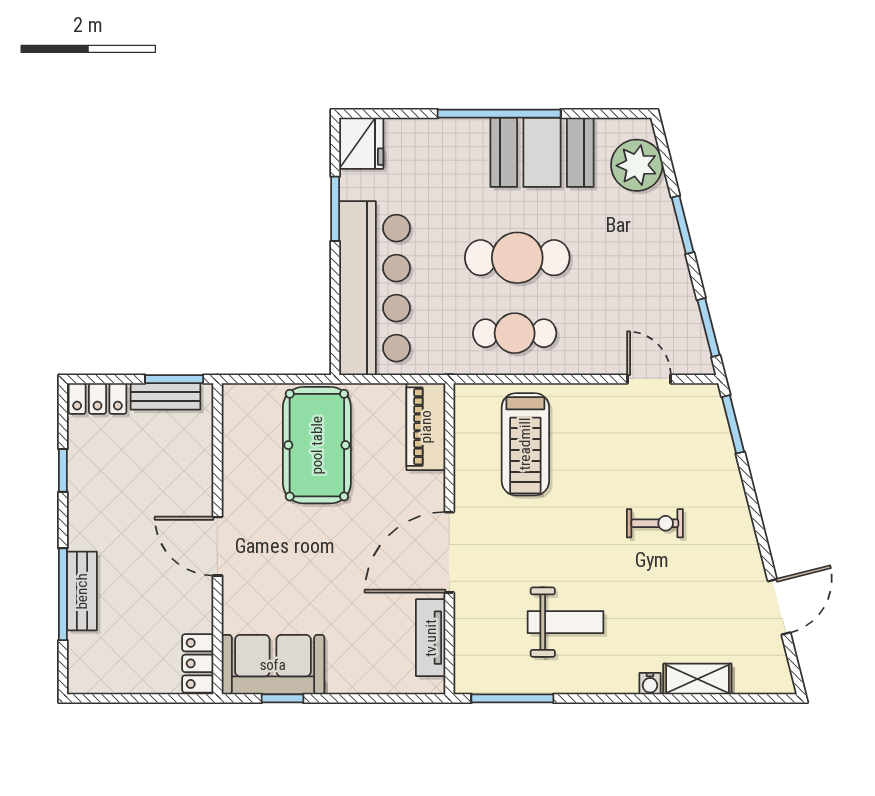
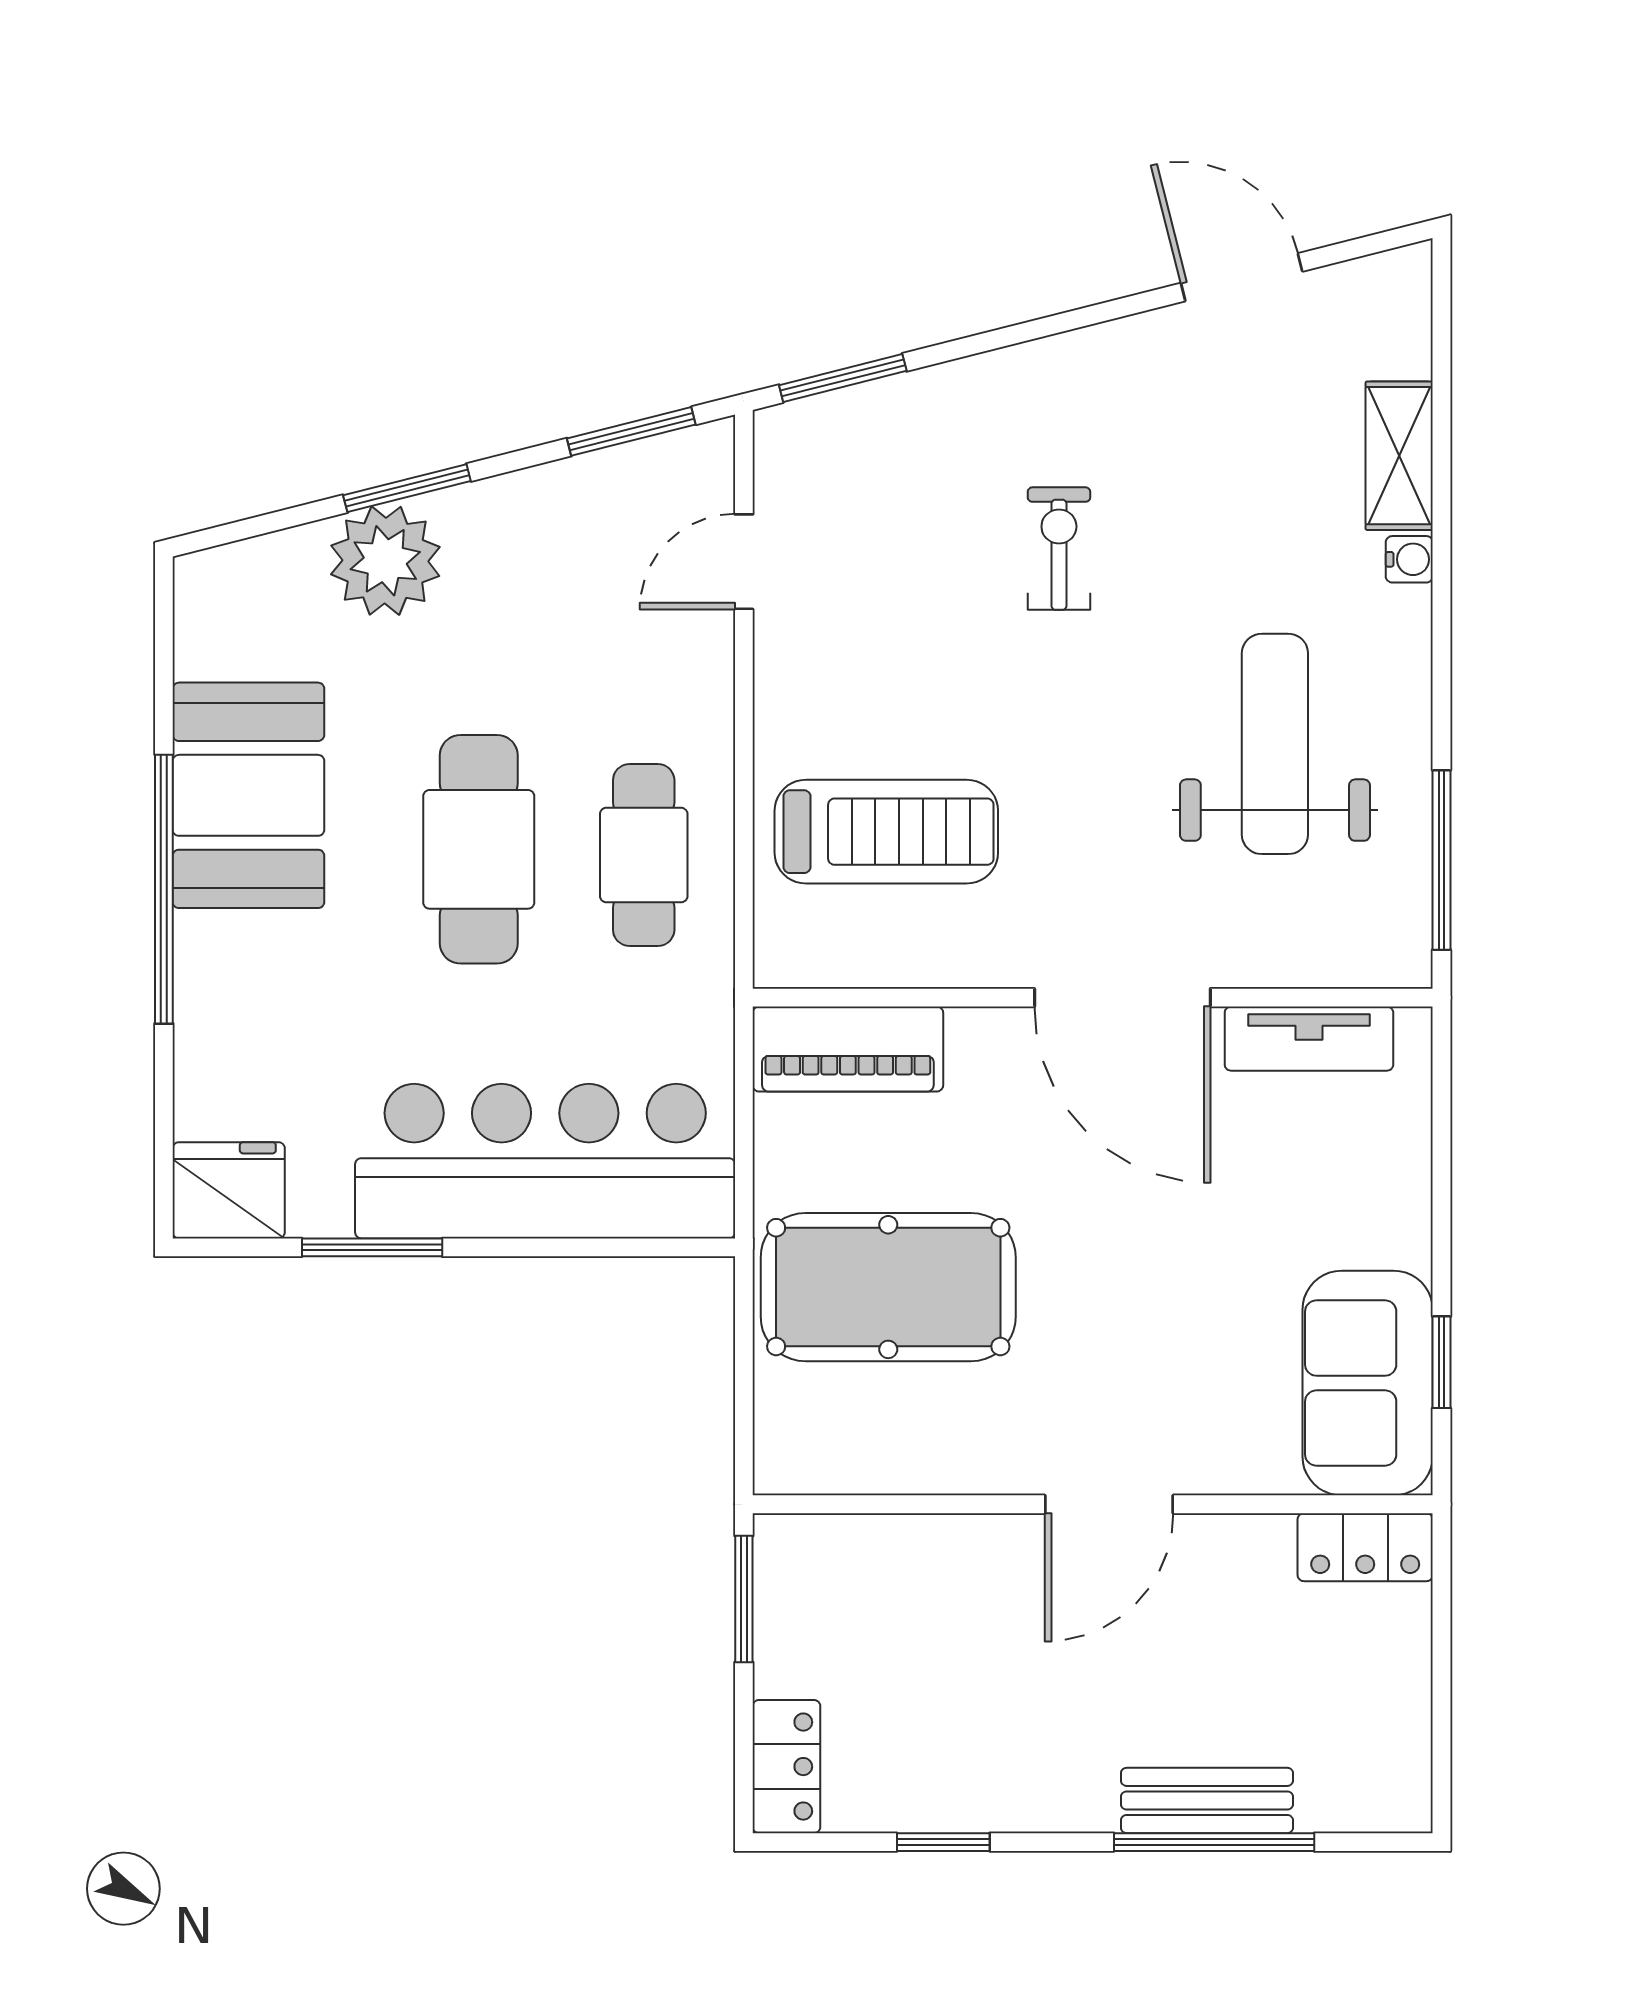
plant: (637, 165) -> (385, 561), moved
bench: (165, 396) -> (782, 1618), removed
weight bench: (566, 622) -> (1275, 744), width x1.36, depth x1.33

